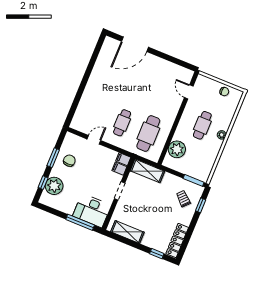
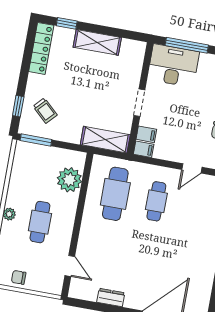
dresser: (166, 65) -> (111, 297), added
shelving: (127, 232) -> (97, 42), moved

